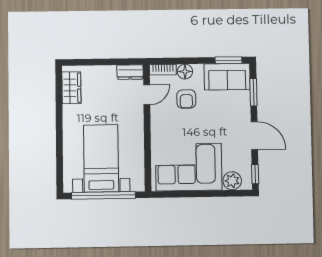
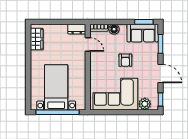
door: (147, 95) -> (88, 45), hinge flipped
armchair: (186, 99) -> (125, 60), moved

